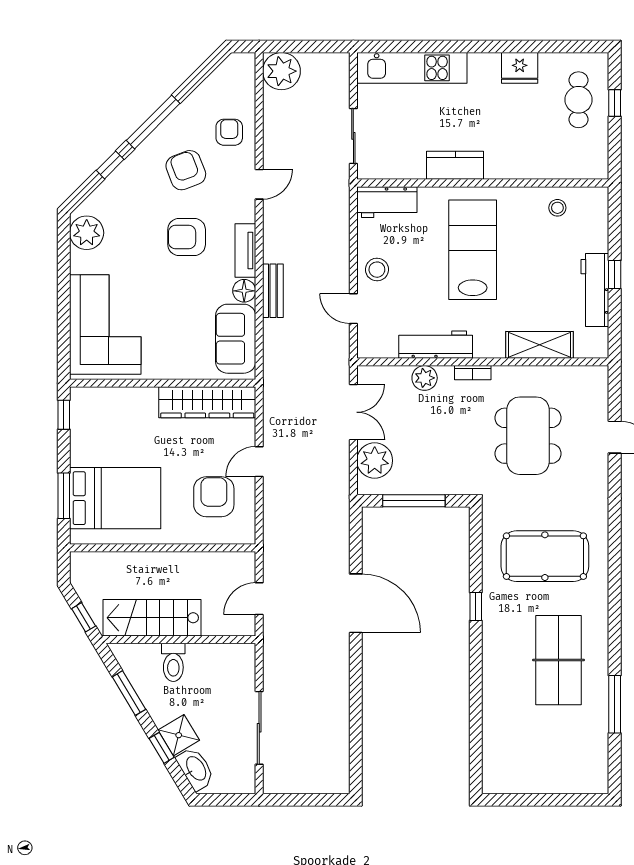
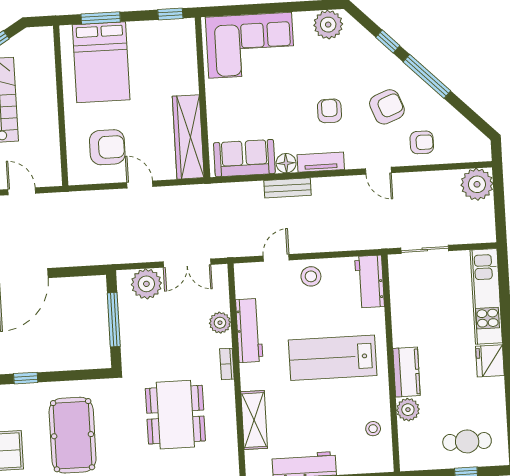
fridge: (520, 68) -> (490, 361), moved
kitchen counter: (455, 165) -> (406, 372), moved
plant: (538, 166) -> (408, 410), added
armchair: (187, 237) -> (329, 111), width x0.72, depth x0.72
lab bench: (473, 250) -> (333, 358), turned 180
dining table: (528, 436) -> (175, 415), turned 90

